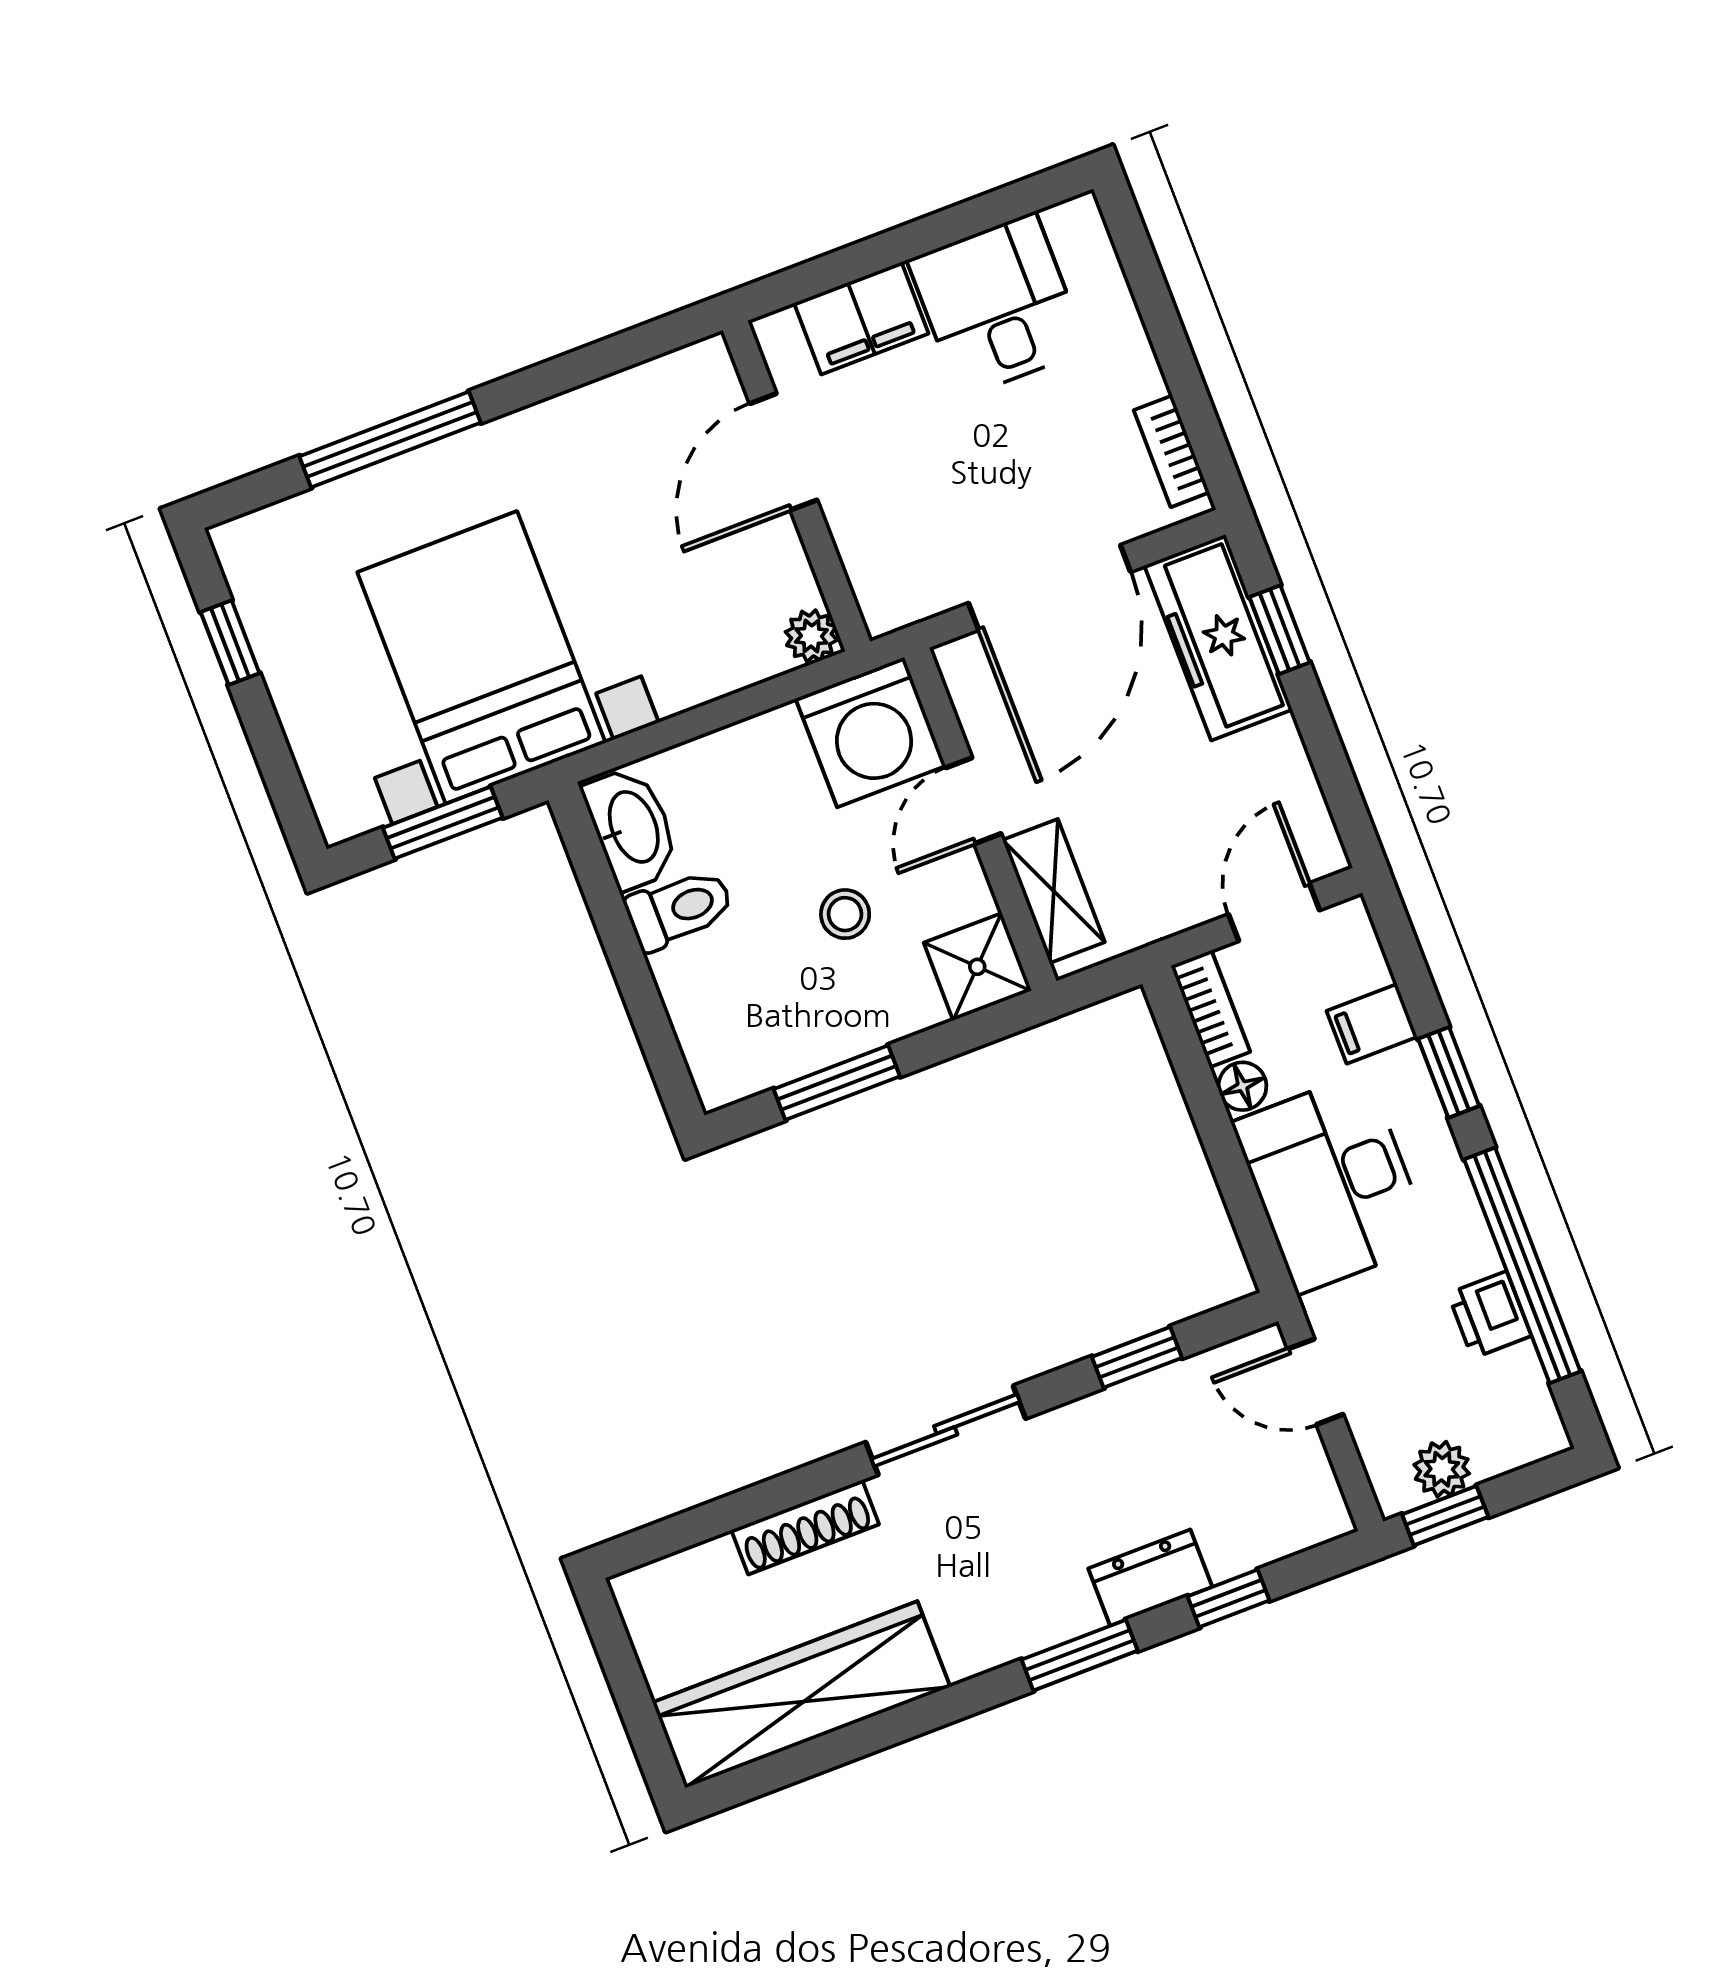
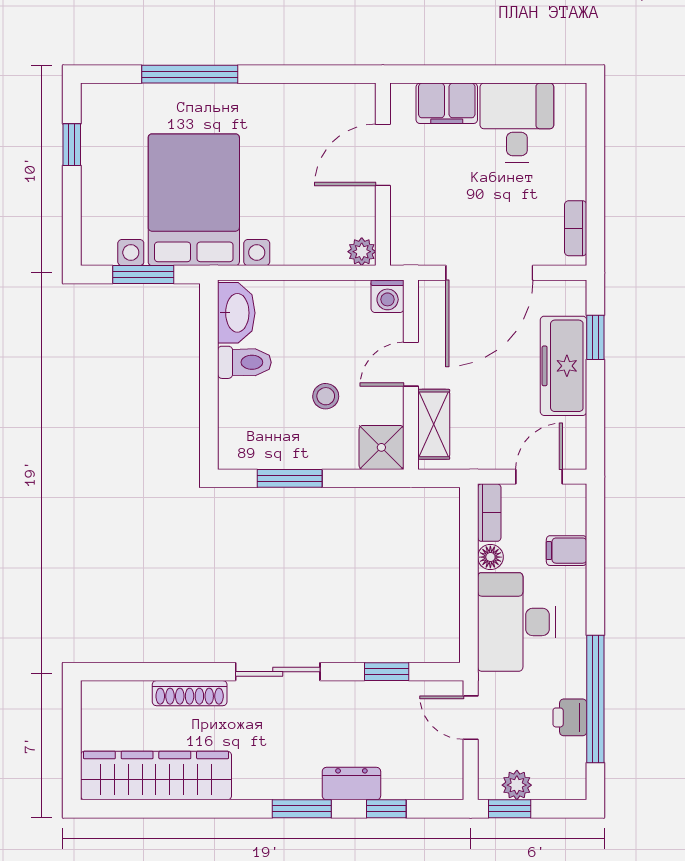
freezer: (1218, 638) -> (564, 366), moved
washing machine: (871, 732) -> (388, 296), width x0.53, depth x0.53
window: (1449, 1072) -> (595, 589), removed

